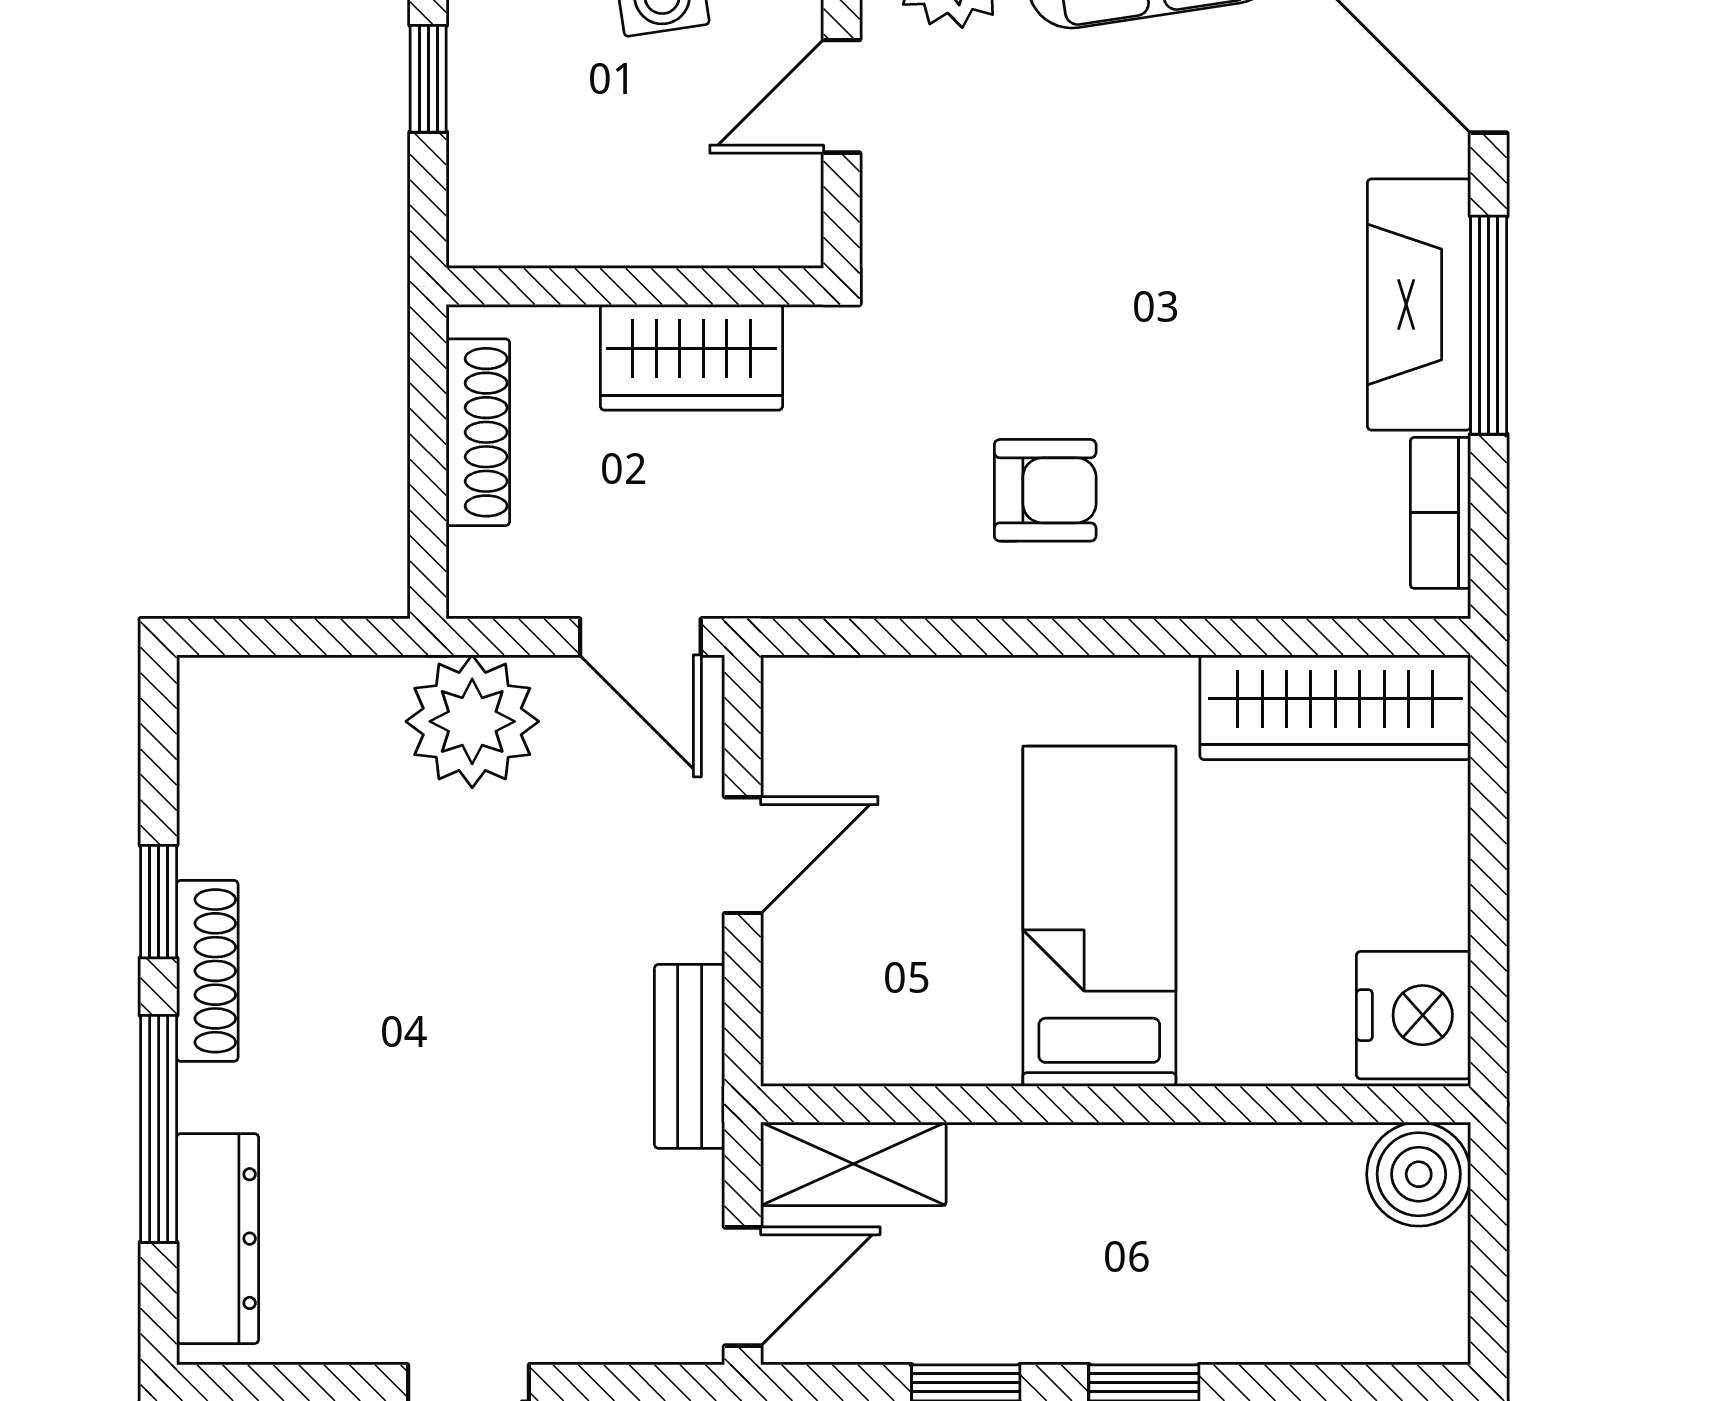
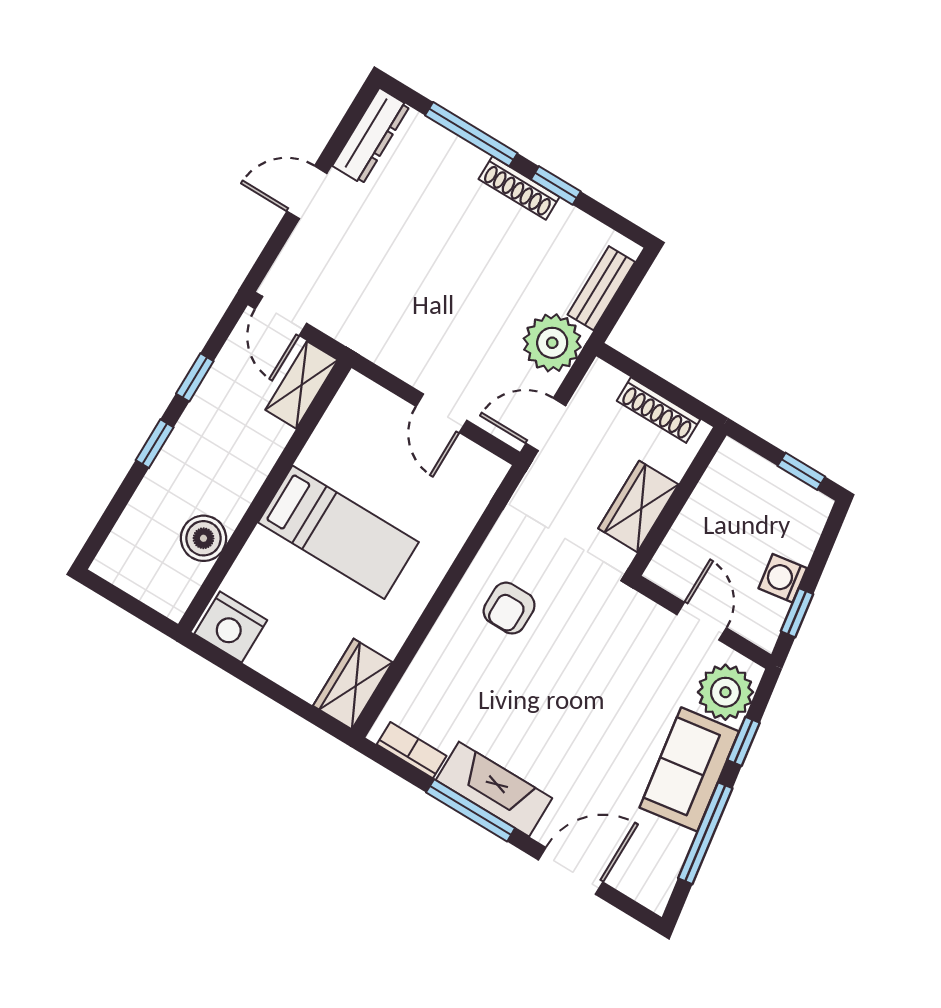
wardrobe: (1335, 707) -> (353, 684), width x0.67
bench: (690, 1056) -> (601, 288), moved, turned 90
boiler: (1419, 1174) -> (203, 538), moved
dresser: (218, 1239) -> (371, 136), moved, turned -90

